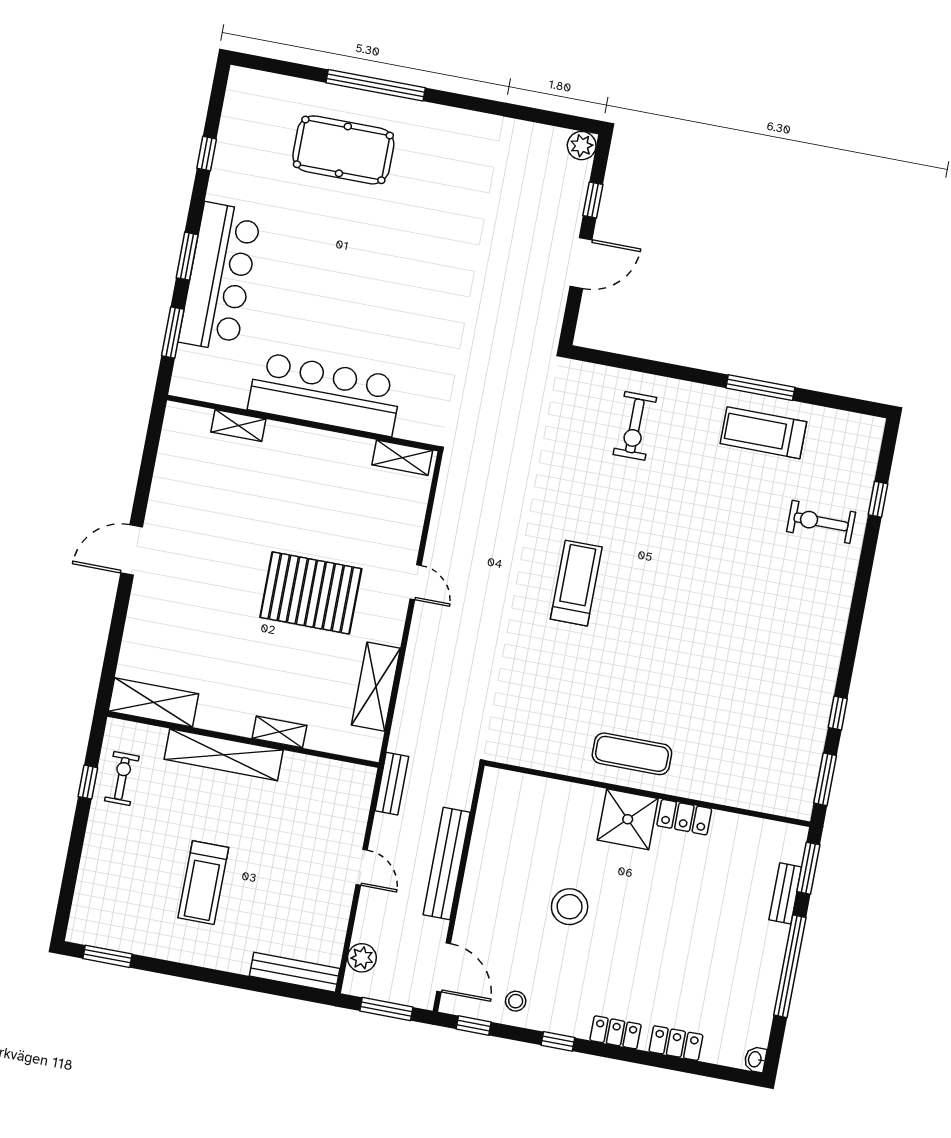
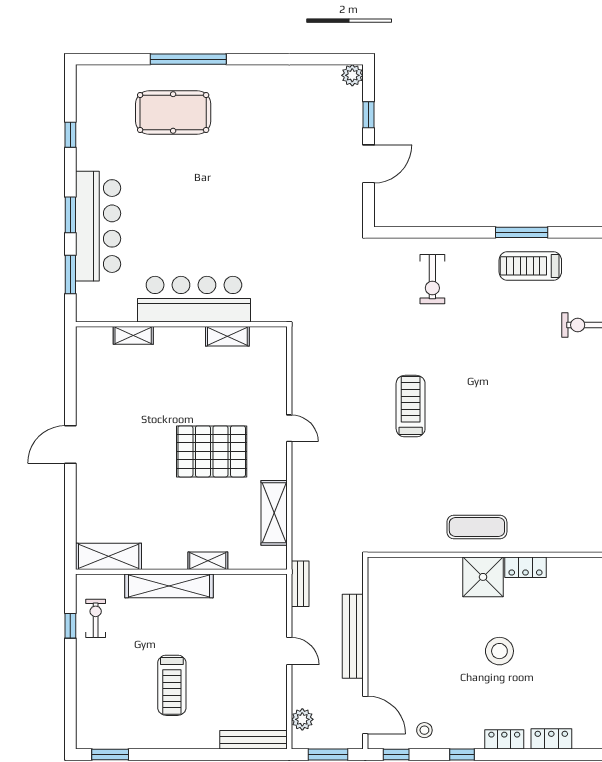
shelving: (402, 458) -> (227, 336), moved
stool: (570, 907) -> (499, 651), moved

